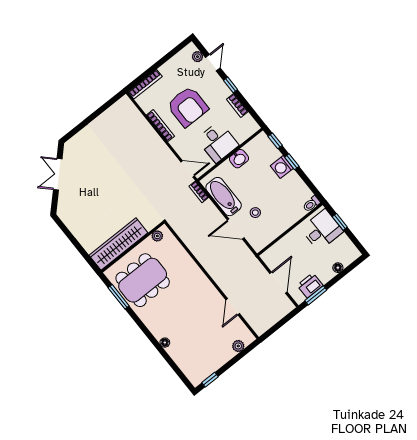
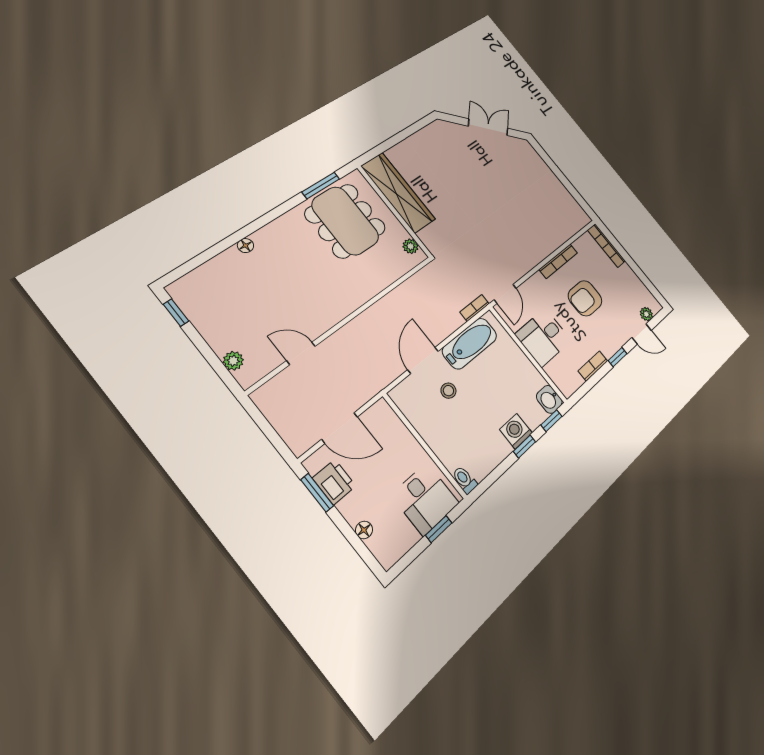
armchair: (188, 107) -> (585, 298), width x0.73, depth x0.73
washbasin: (239, 159) -> (549, 399), moved

